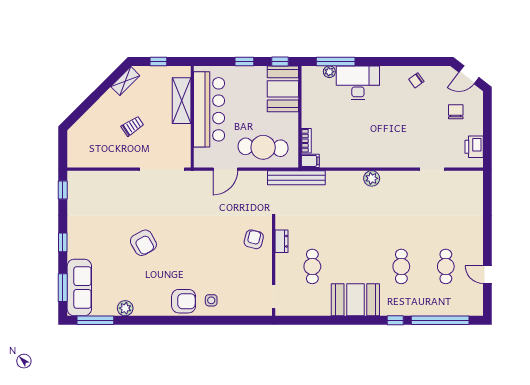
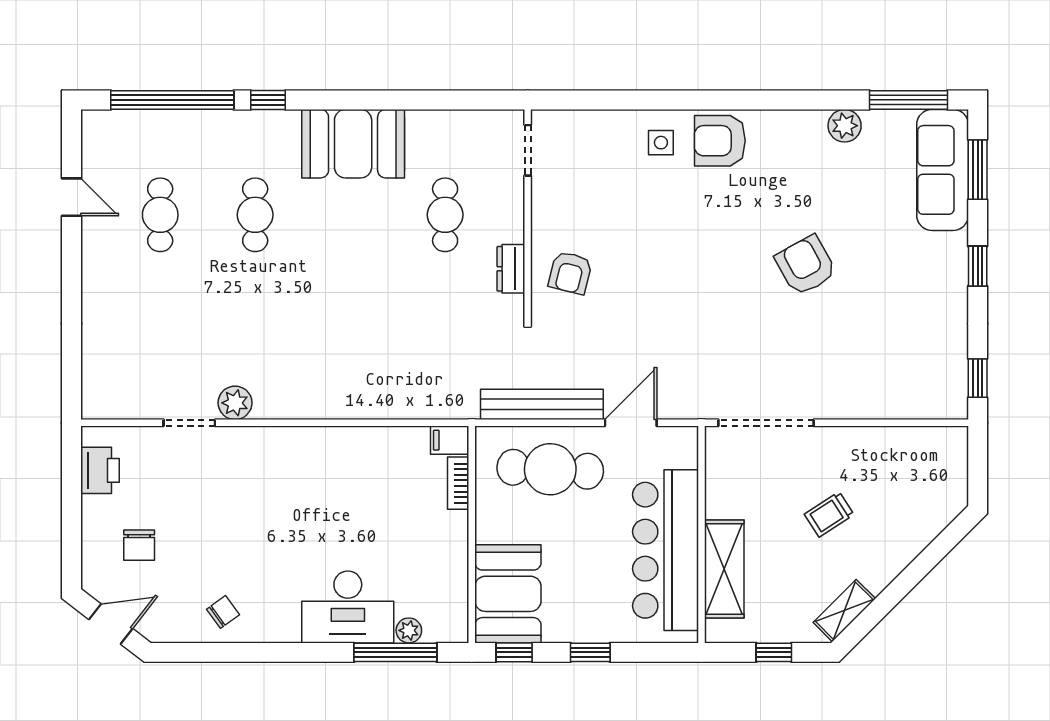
bench: (296, 178) -> (542, 404), moved
plant: (372, 178) -> (235, 403), moved

